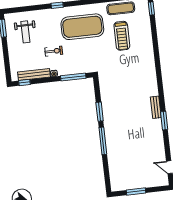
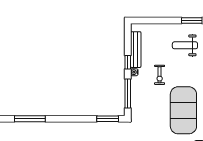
window: (24, 83) -> (128, 62), moved
window: (100, 112) -> (108, 119), moved
window: (103, 141) -> (30, 119), moved

